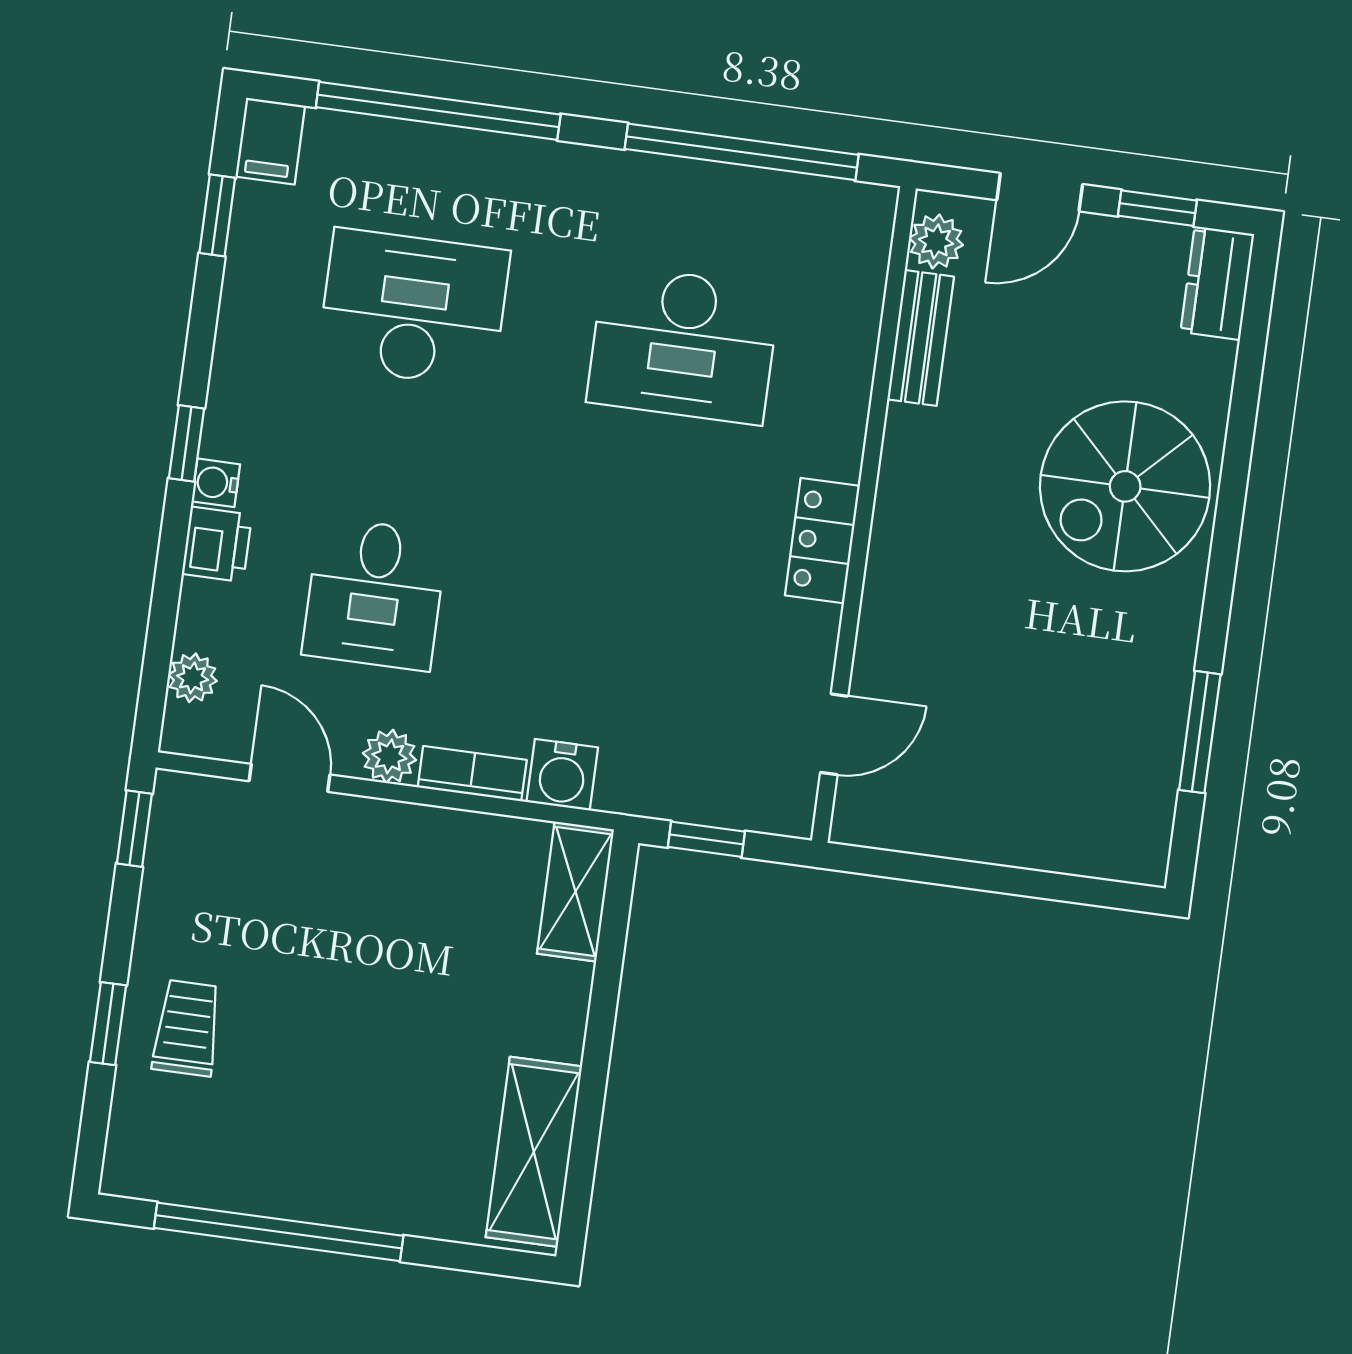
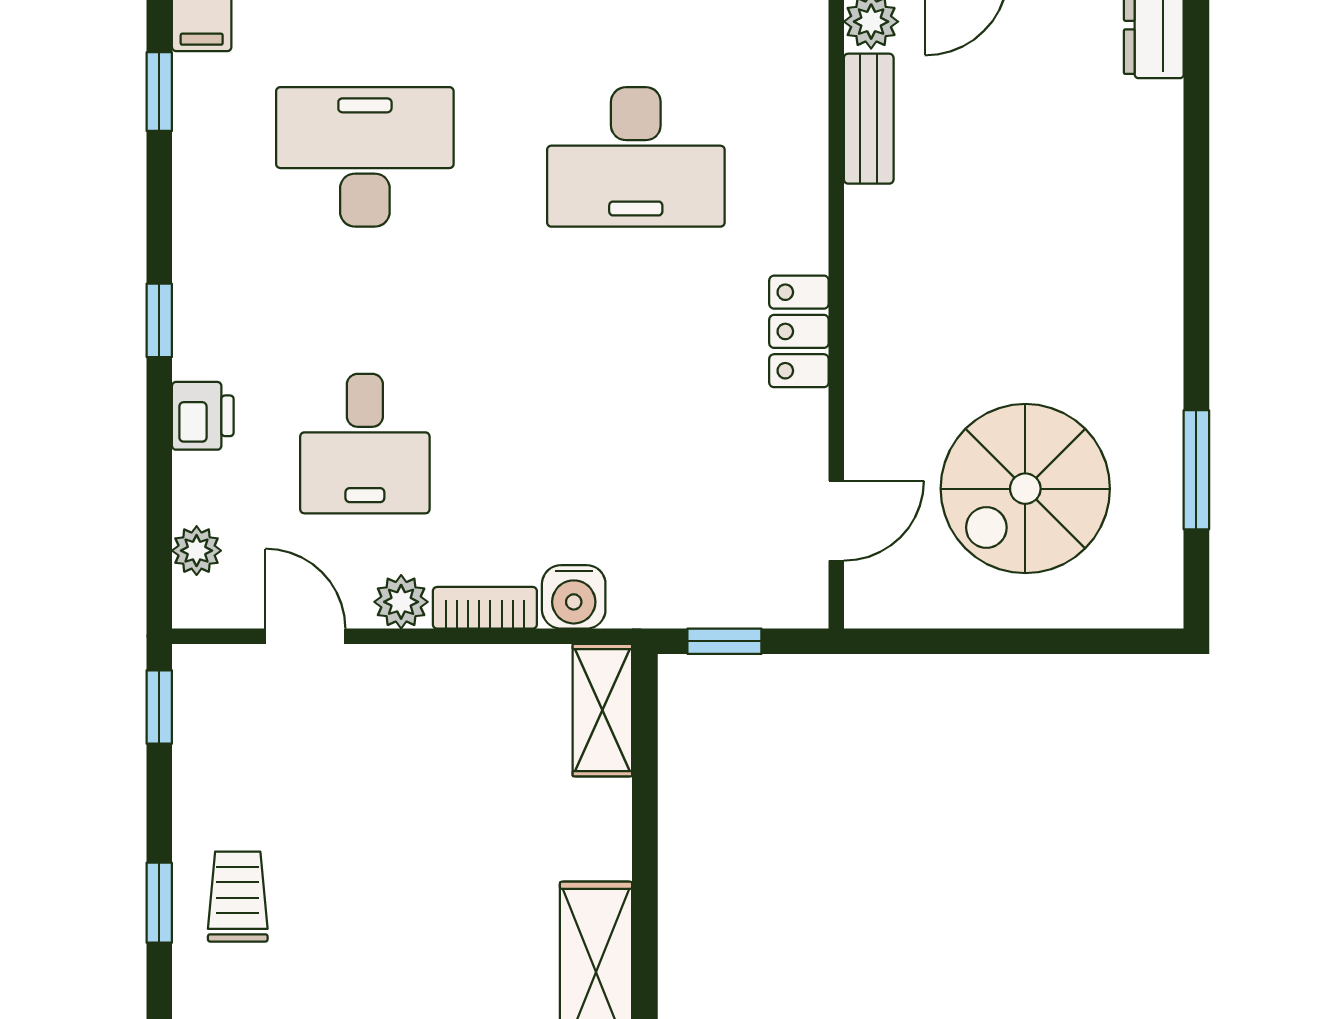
water cooler: (216, 483) -> (193, 355), removed
spiral stairs: (1125, 486) -> (1025, 489), moved

